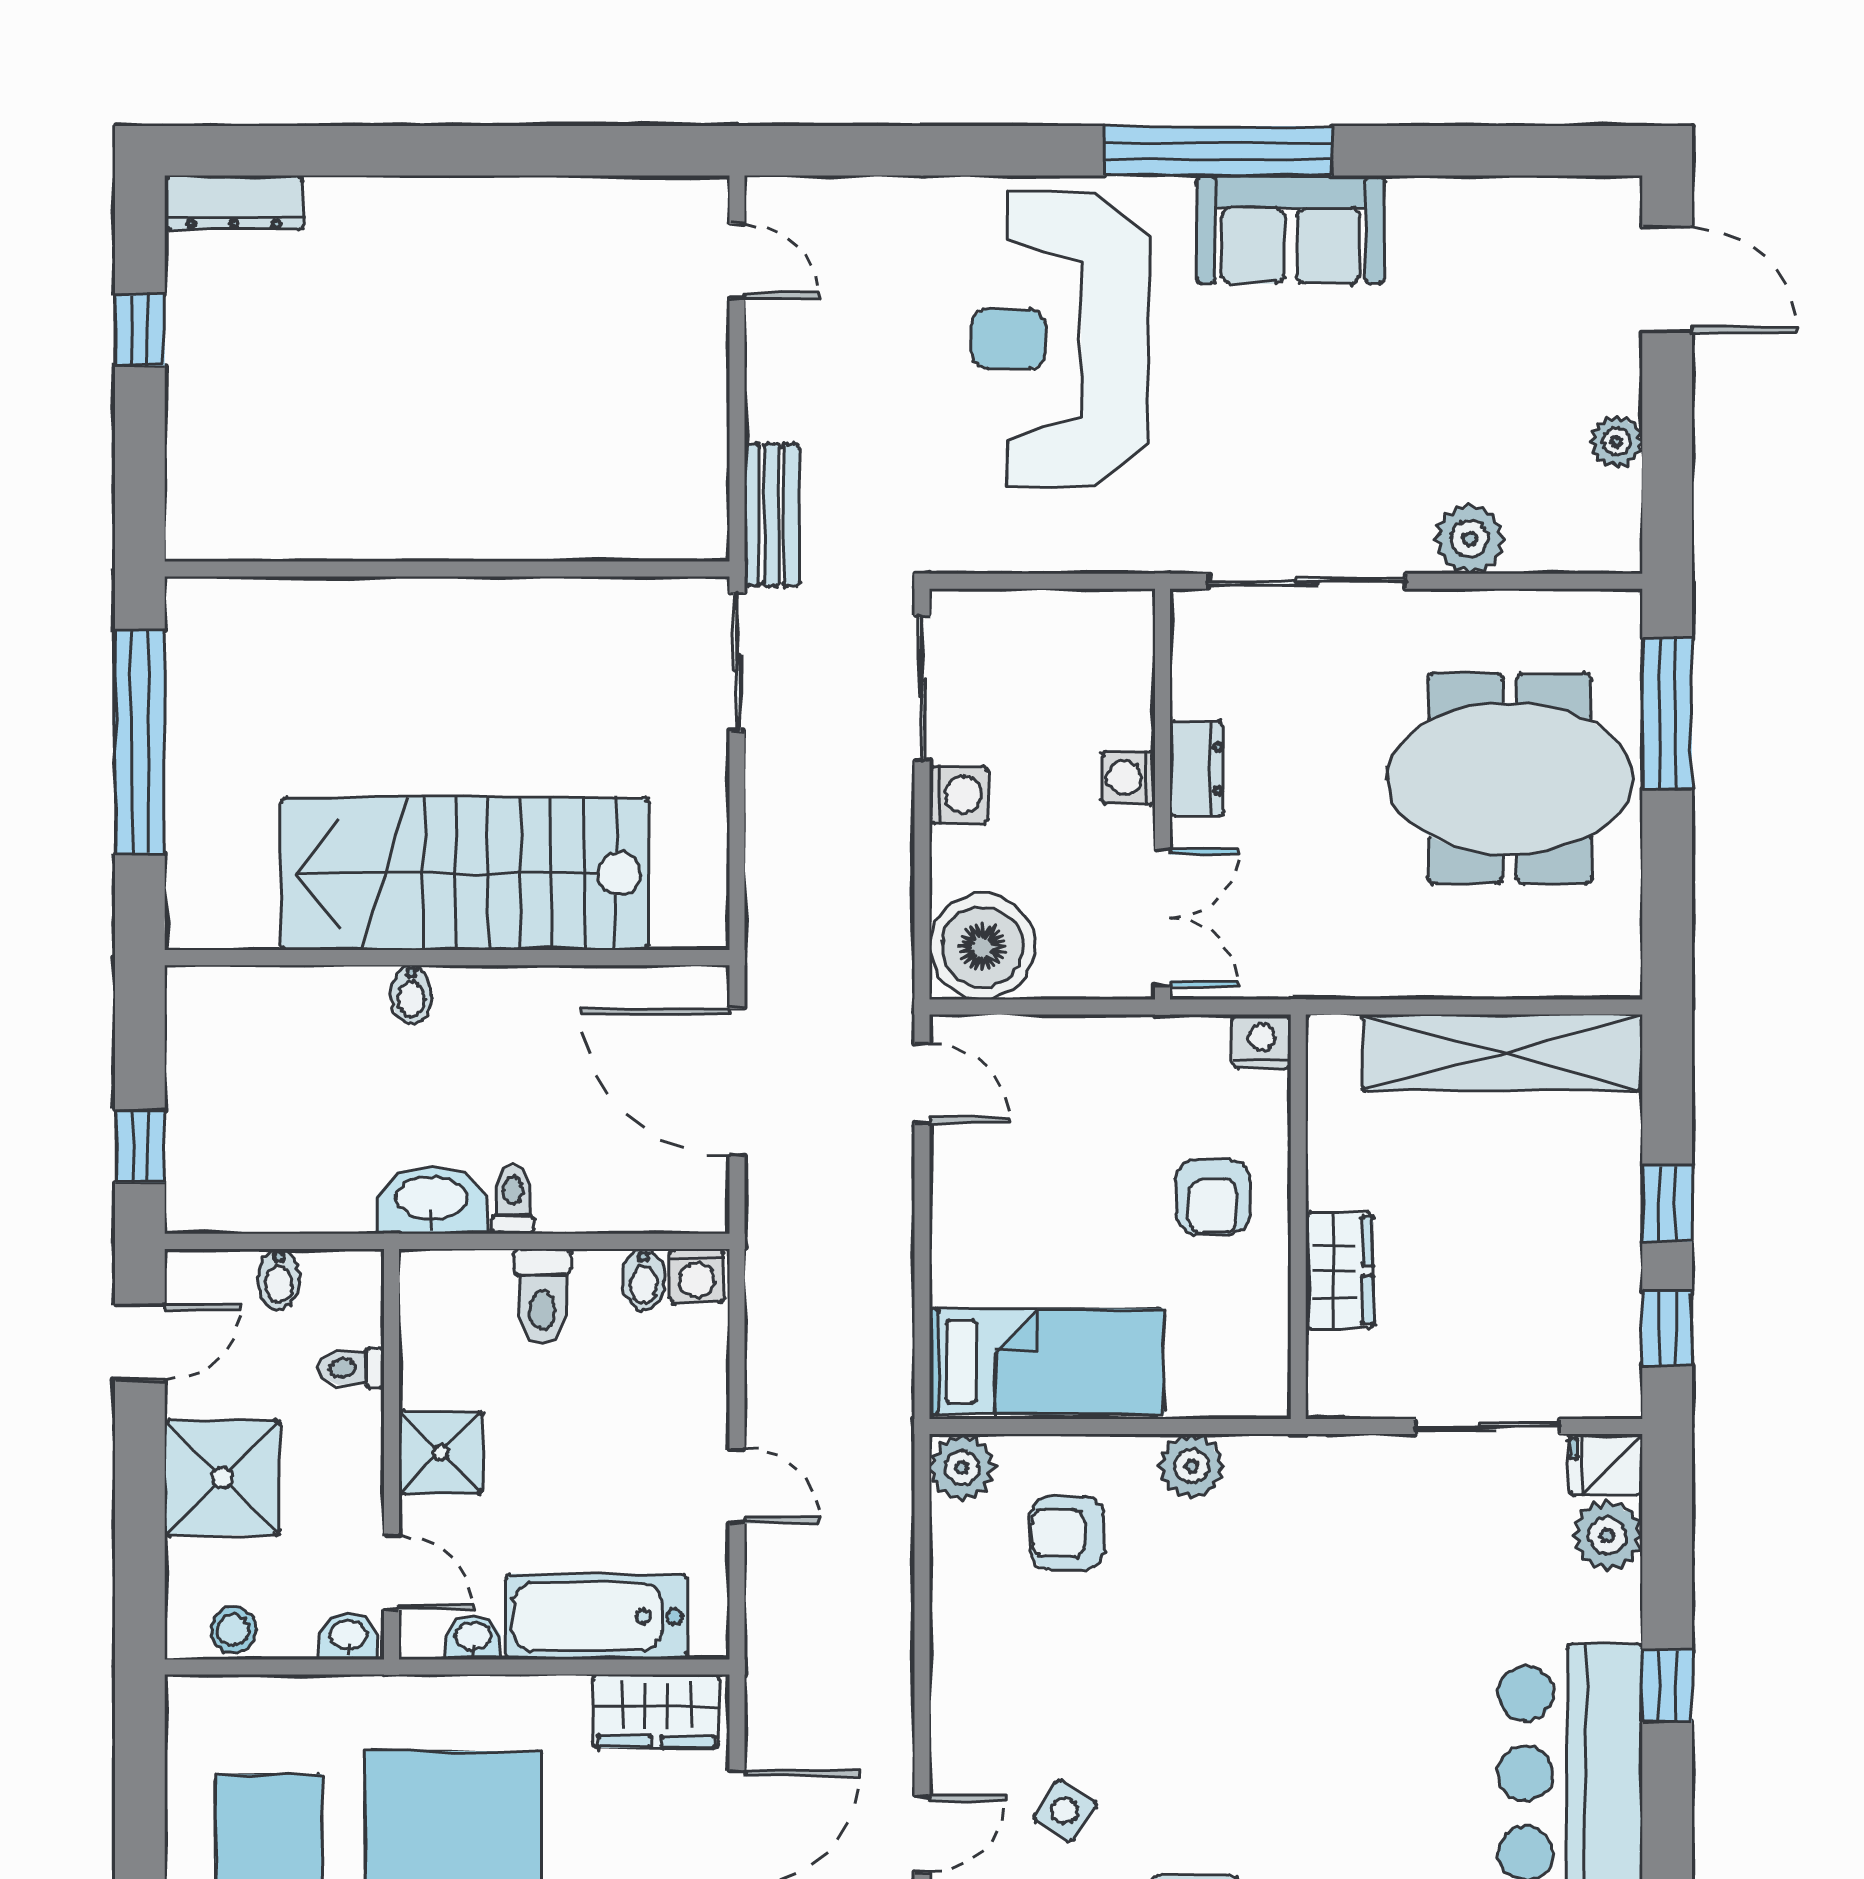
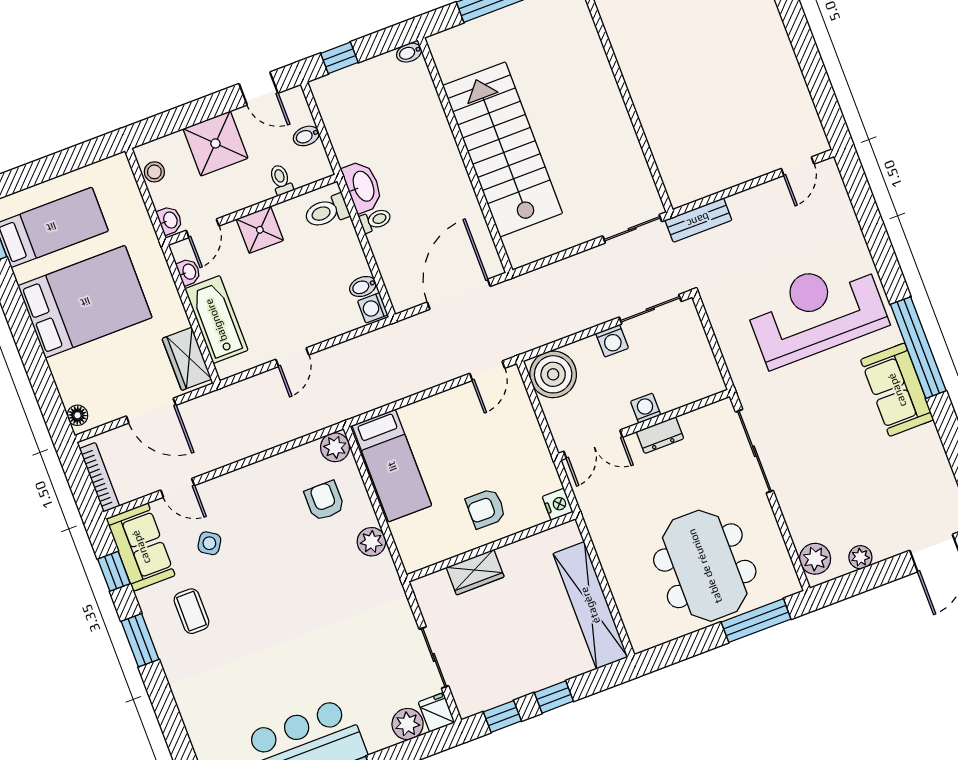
plant: (1470, 539) -> (815, 559), moved
bidet: (411, 994) -> (409, 53), moved
toilet: (542, 1297) -> (327, 211), moved

